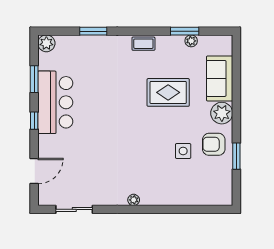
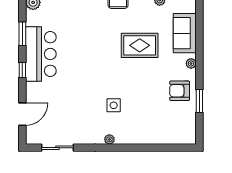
plant: (222, 113) -> (191, 63), width x0.53, depth x0.53
side table: (183, 151) -> (114, 105), moved

